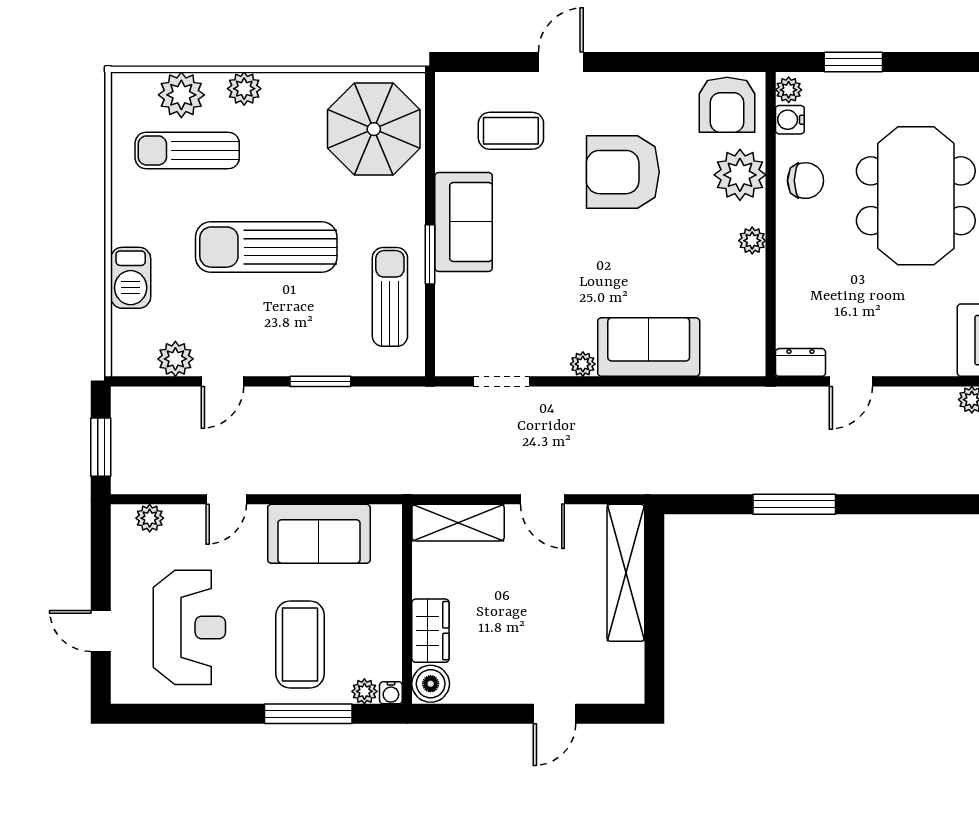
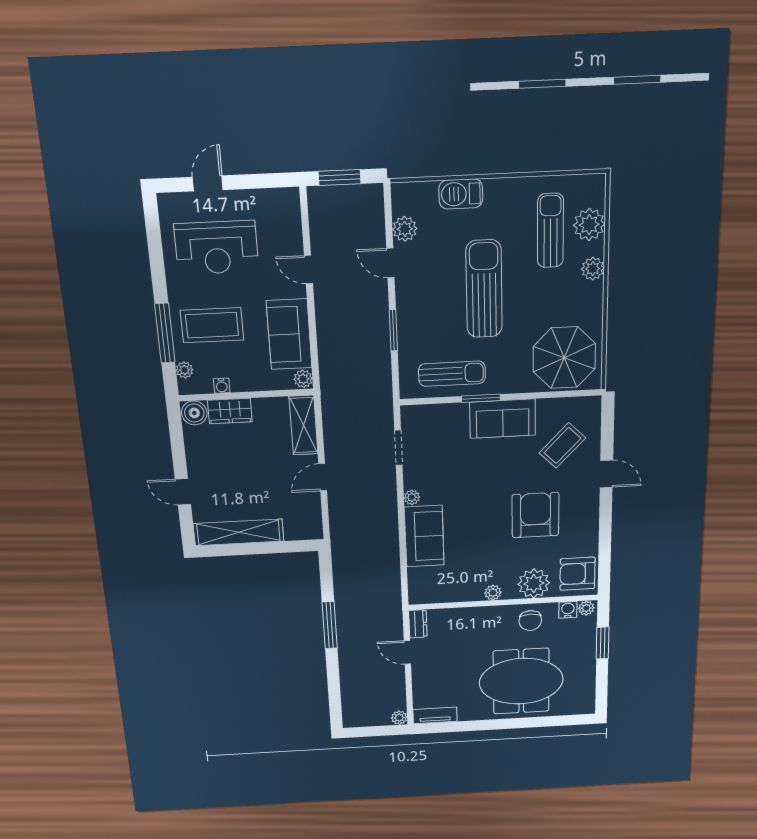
coffee table: (511, 131) -> (562, 445), turned 44
plant: (150, 518) -> (303, 379), moved
shelving: (626, 573) -> (238, 532), moved
water cooler: (391, 693) -> (222, 386), moved, turned -90

